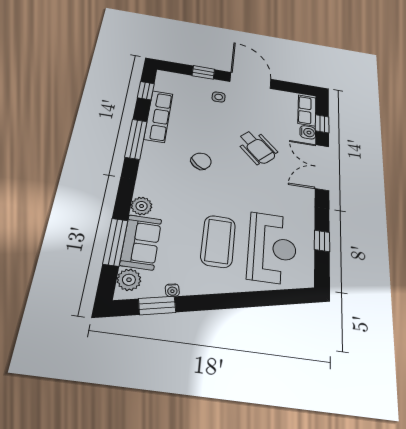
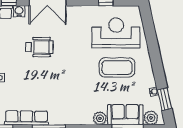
wheelchair: (257, 147) -> (39, 47), turned 44
chair: (201, 161) -> (58, 84), removed

